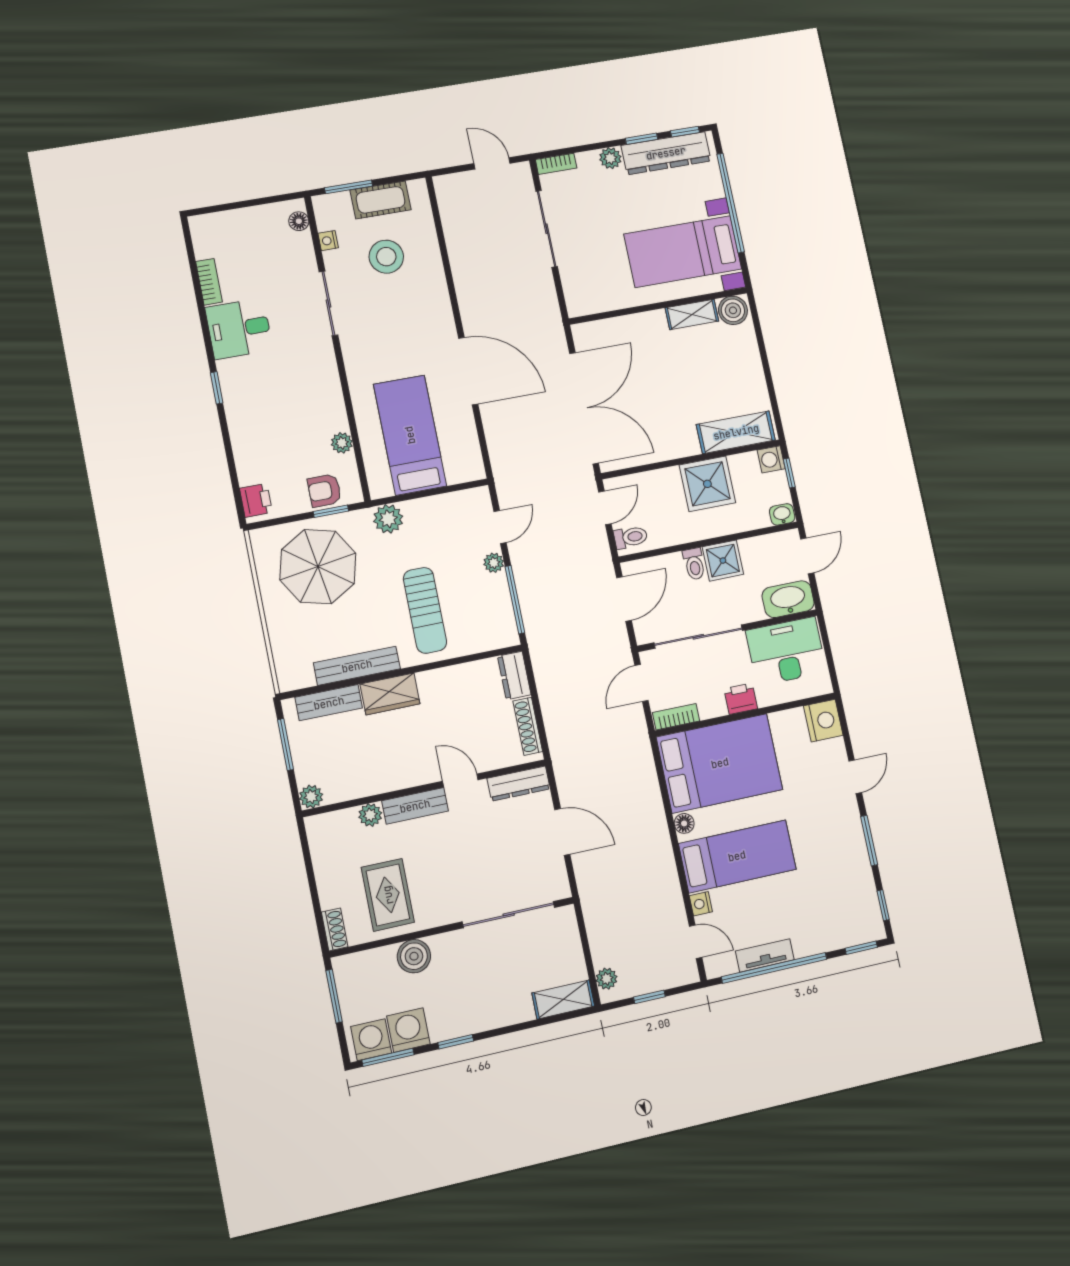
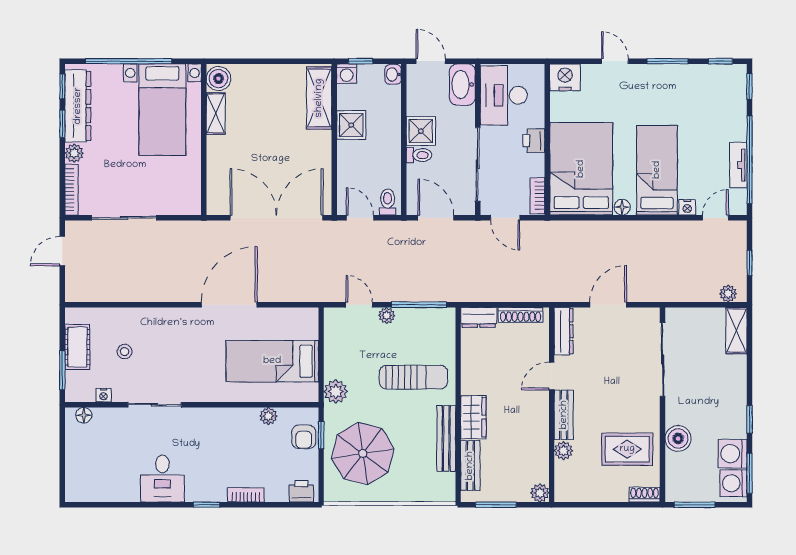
bookcase: (556, 164) -> (71, 190), width x1.56
stool: (386, 257) -> (125, 352), width x0.53, depth x0.53
bookcase: (209, 282) -> (246, 495), moved
shower: (707, 484) -> (351, 125), width x0.73, depth x0.73

